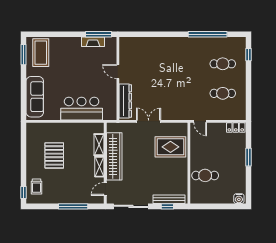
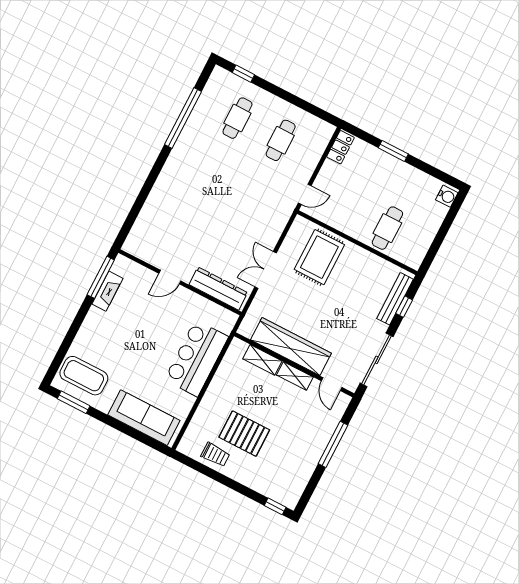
trolley: (36, 186) -> (215, 455), moved

